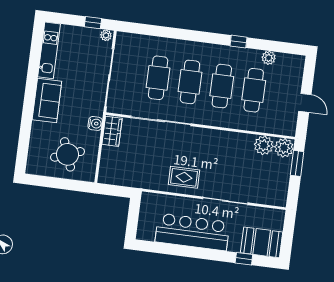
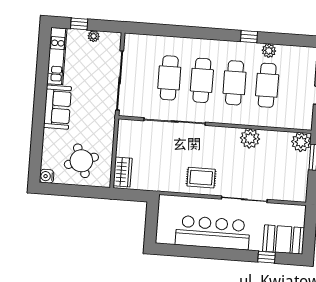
window: (93, 23) -> (79, 24), moved
plant: (106, 35) -> (94, 36), moved
plant: (269, 58) -> (269, 51), moved
water cooler: (95, 123) -> (47, 176), moved, turned 180
wardrobe: (112, 131) -> (123, 172), moved
plant: (264, 145) -> (250, 138), moved

